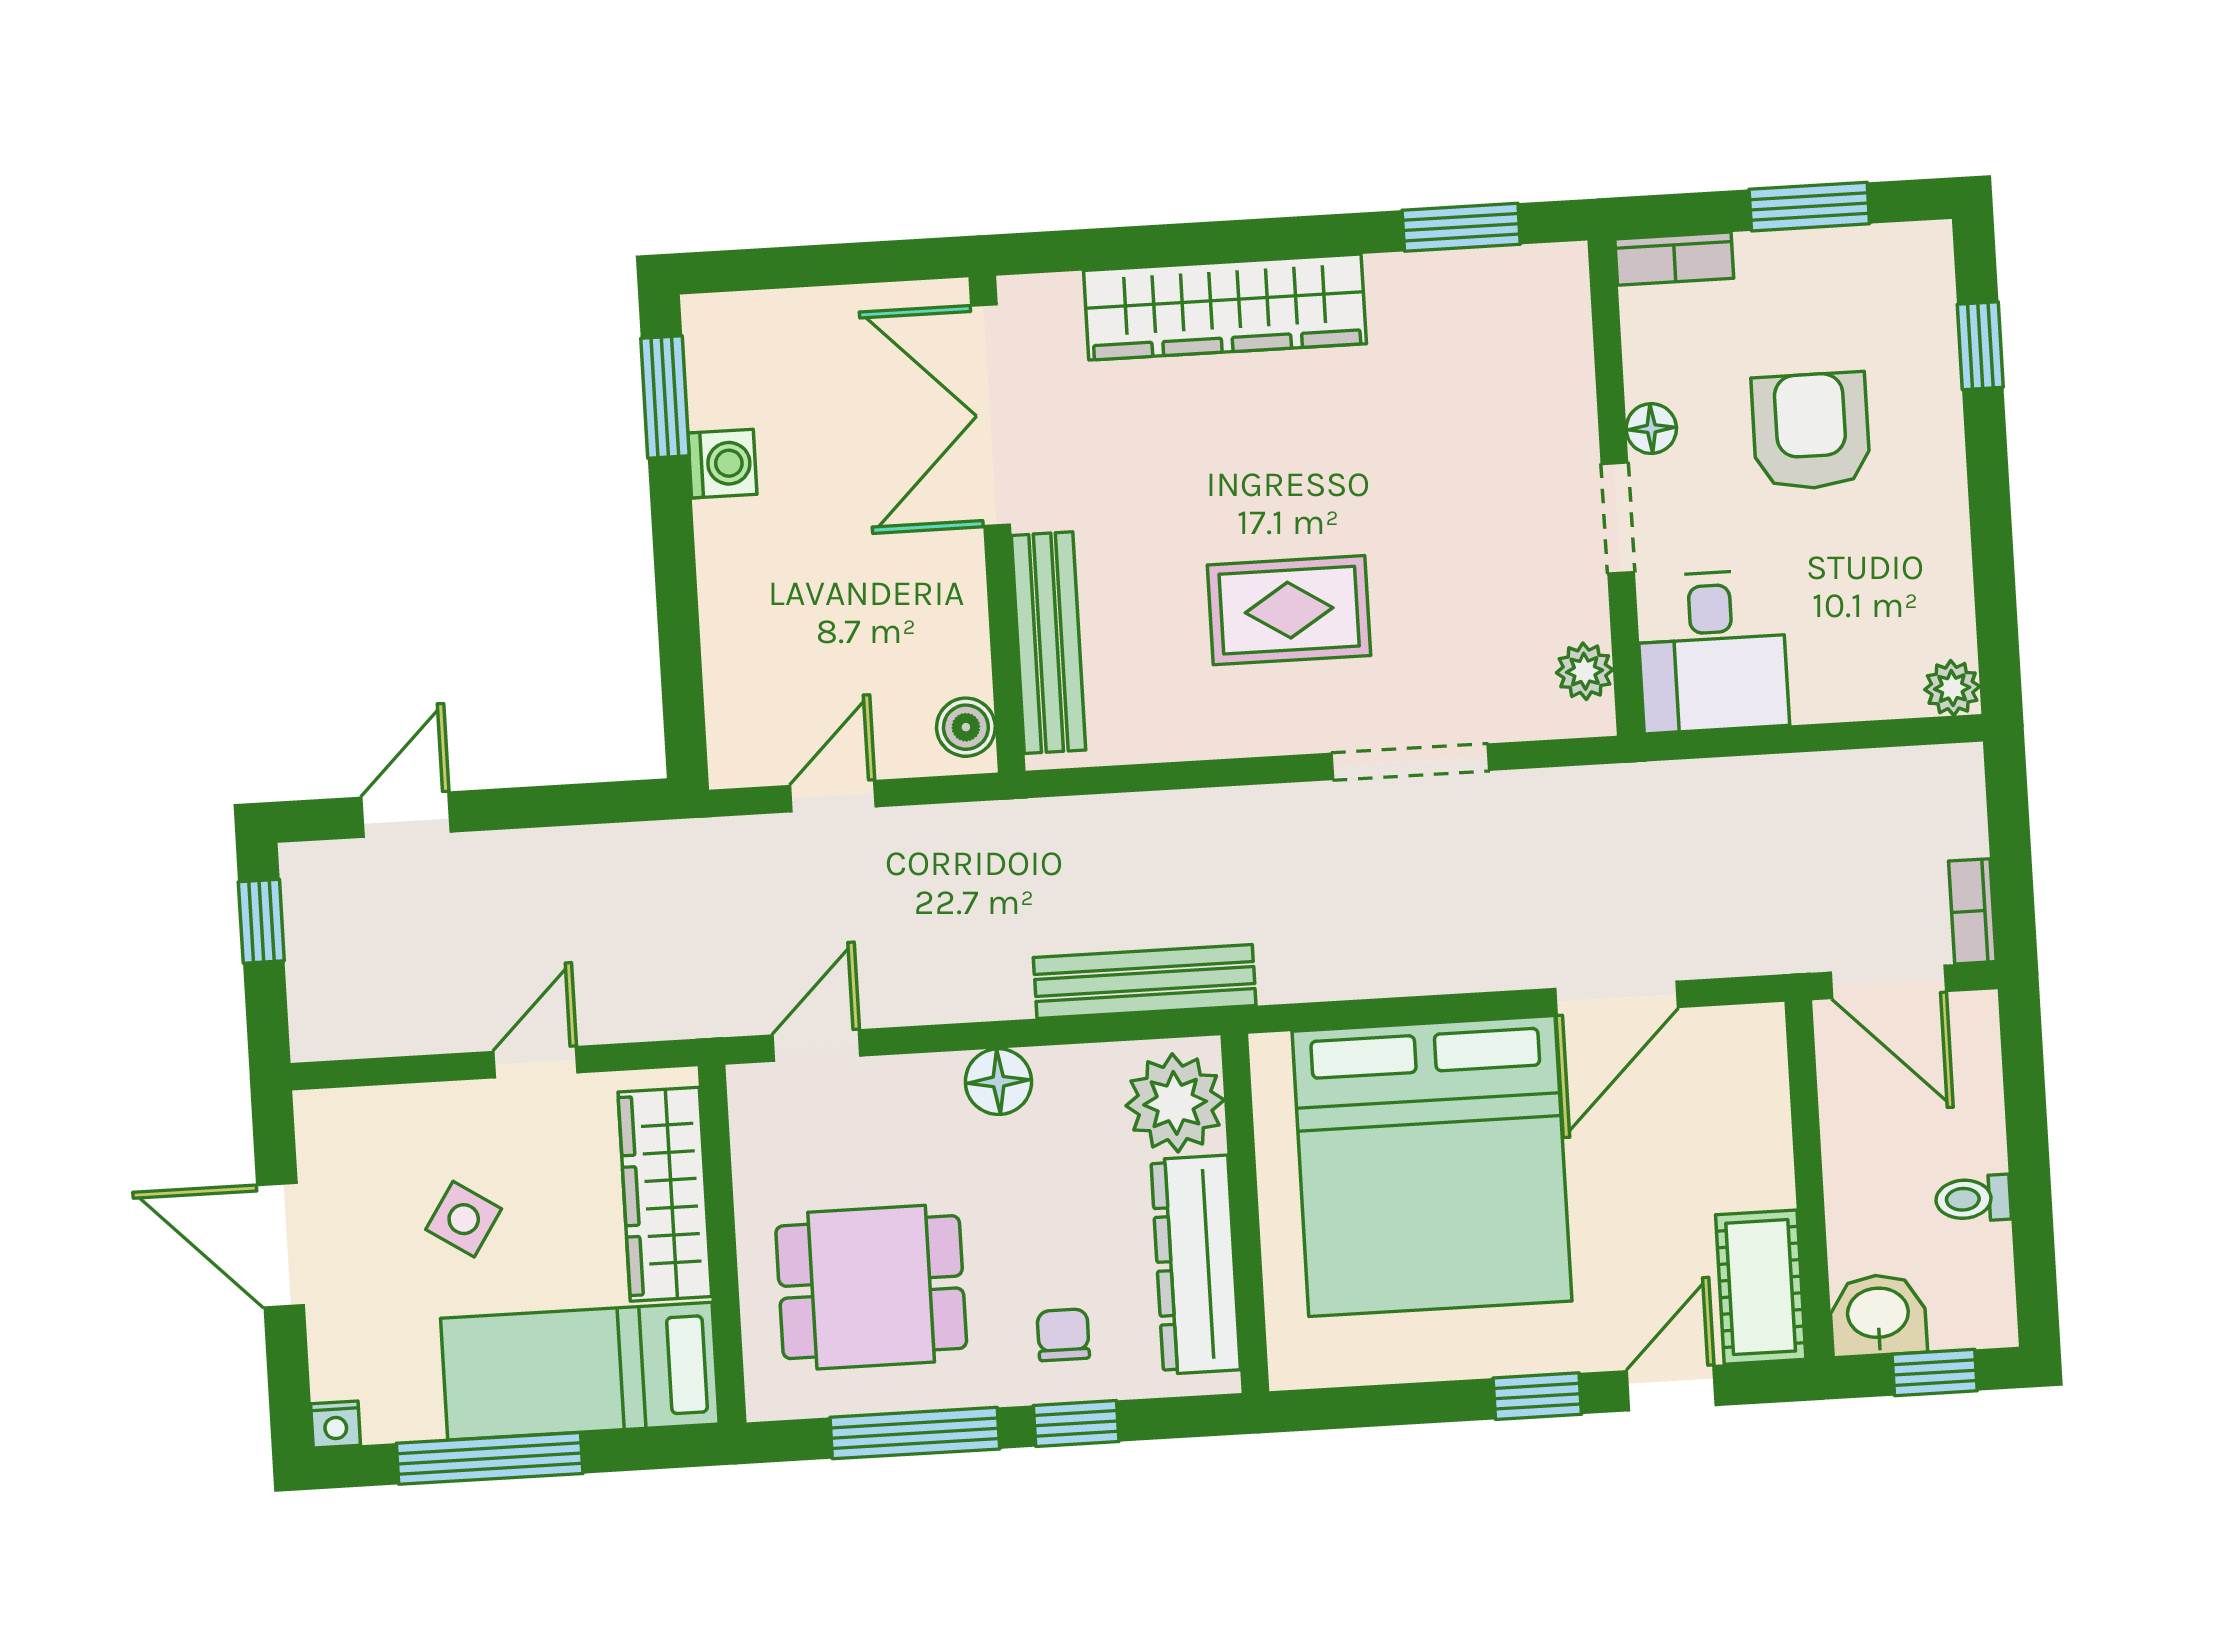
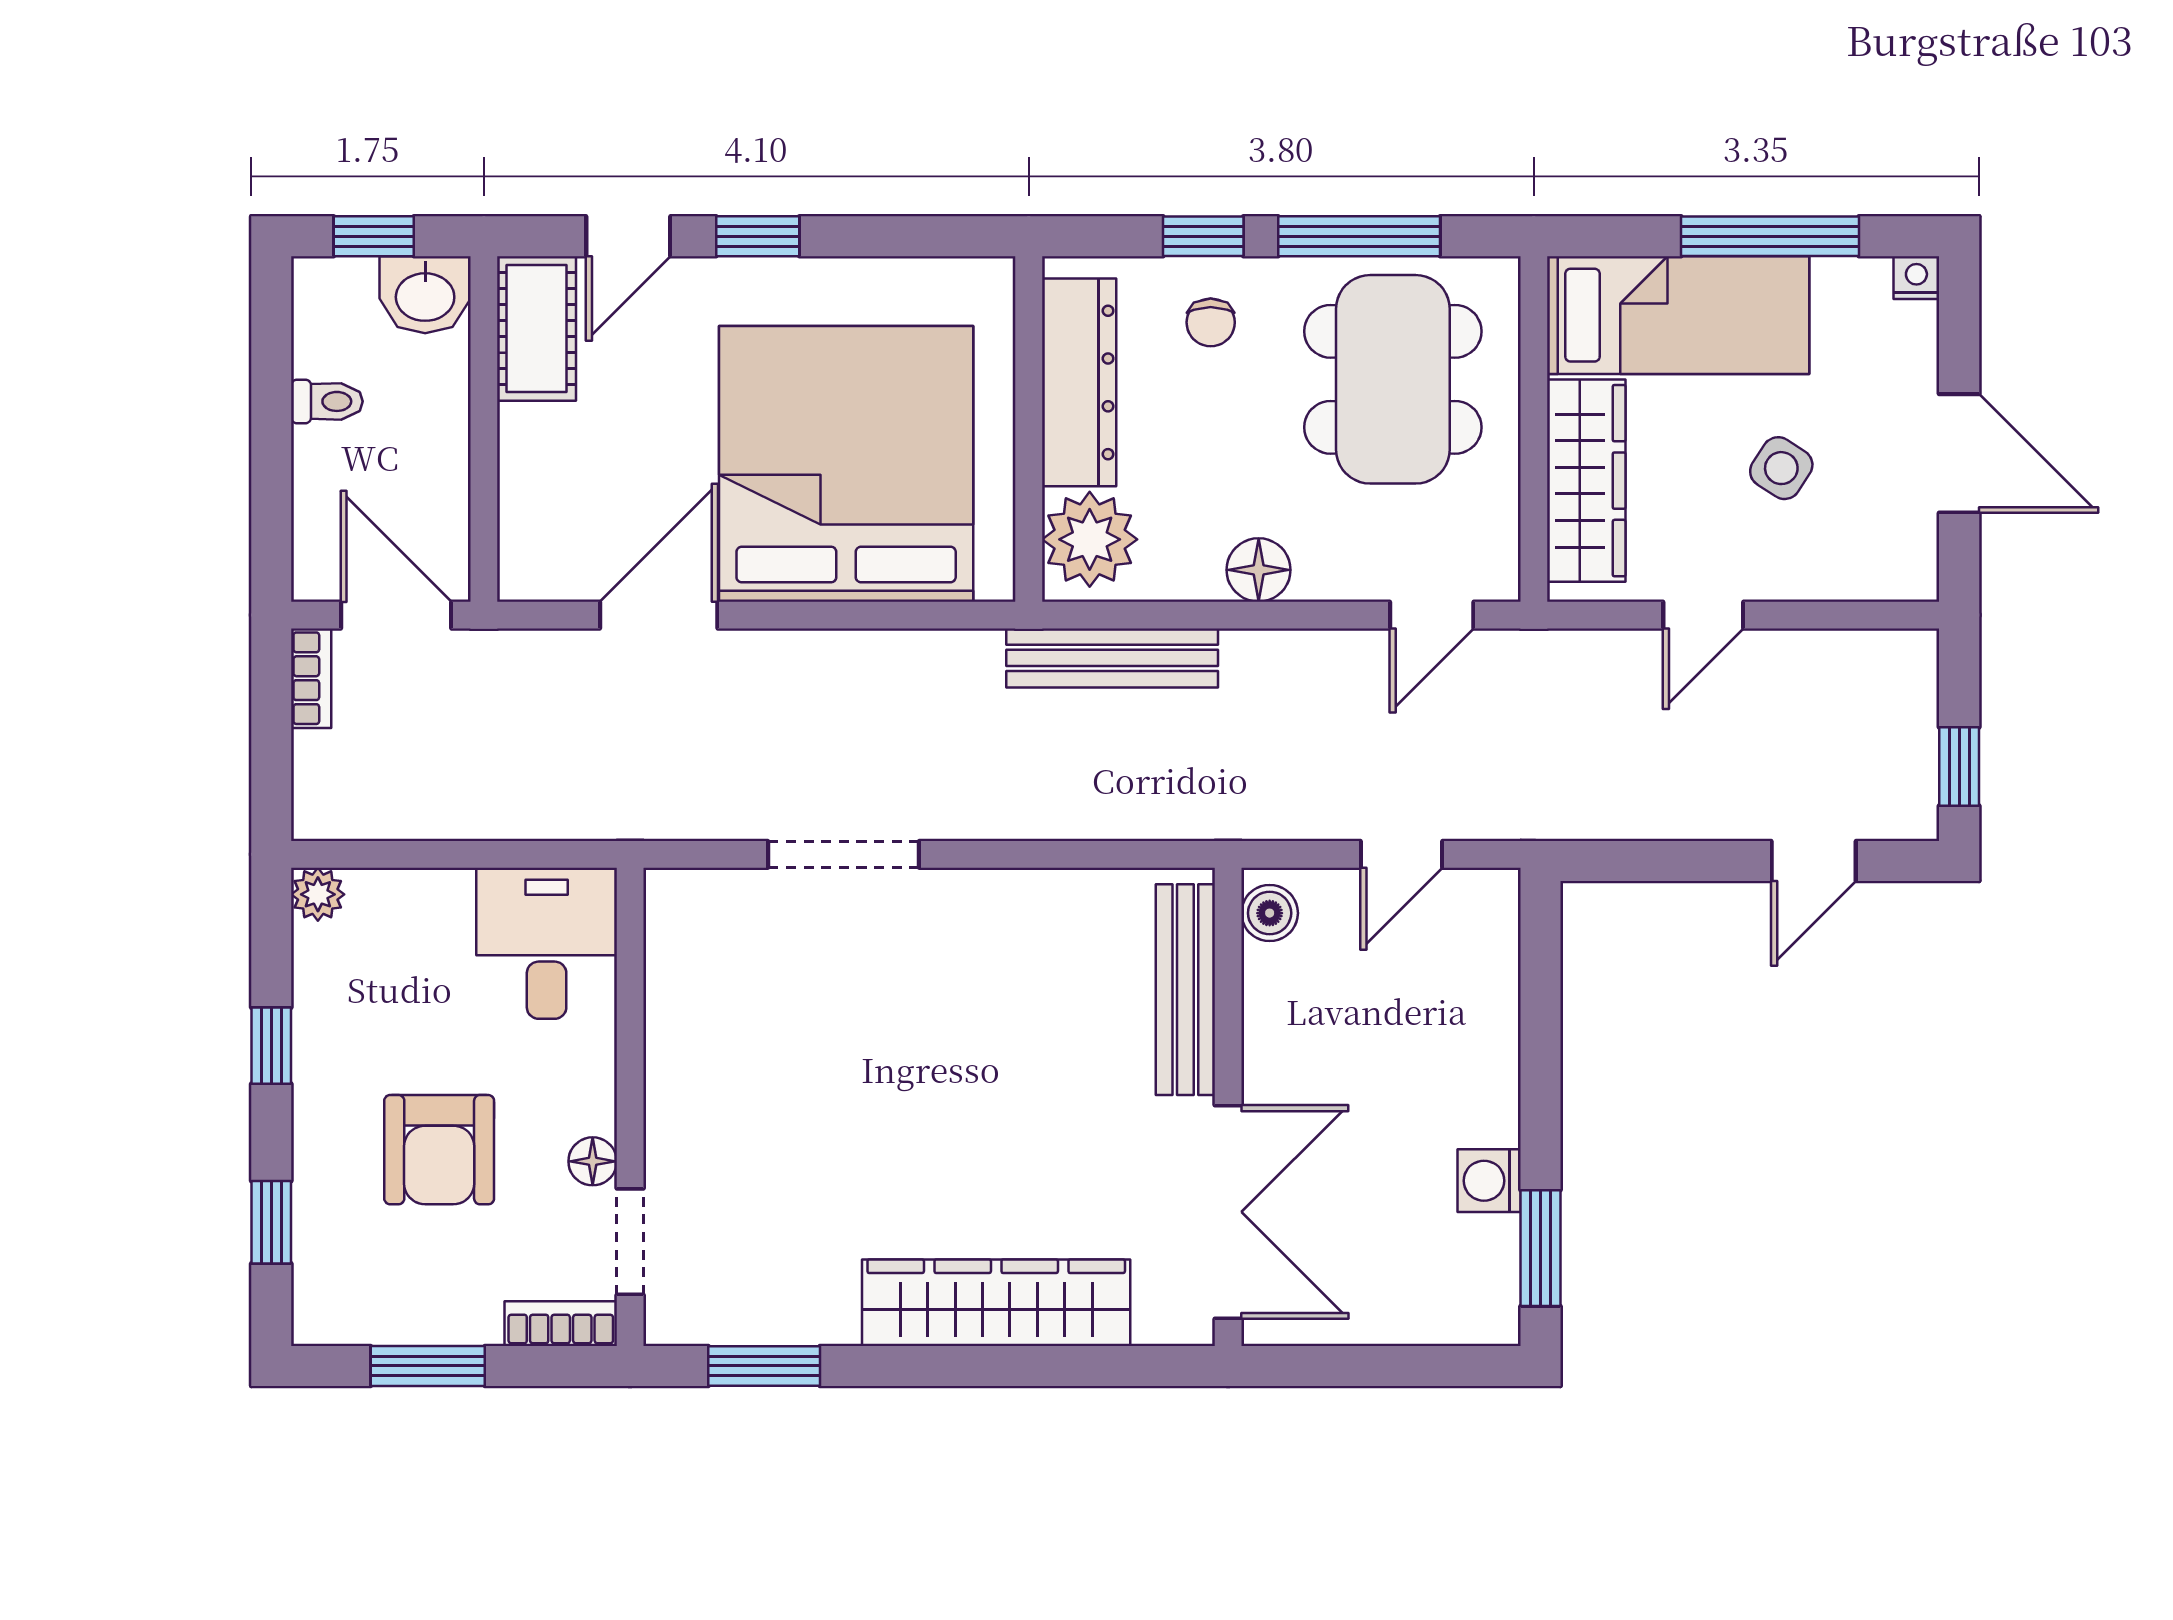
doorway: (1618, 518) -> (630, 1242), moved
window: (1991, 529) -> (271, 1046), added
rug: (1289, 610) -> (952, 1007), removed
plant: (1585, 671) -> (671, 931), removed
dining table: (871, 1287) -> (1393, 379), width x1.38

